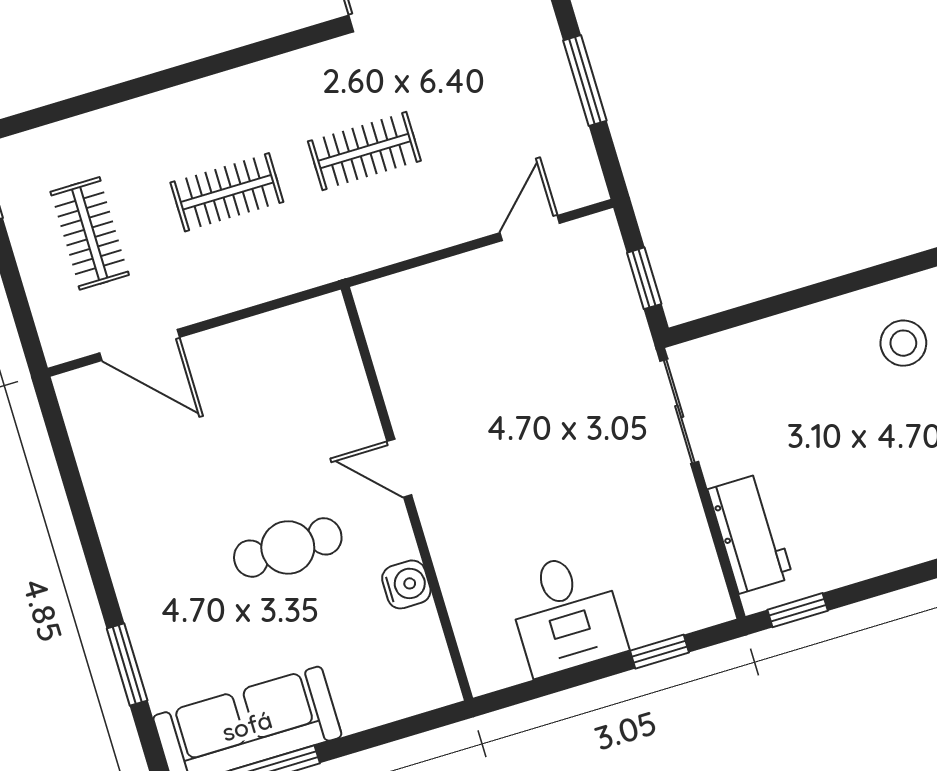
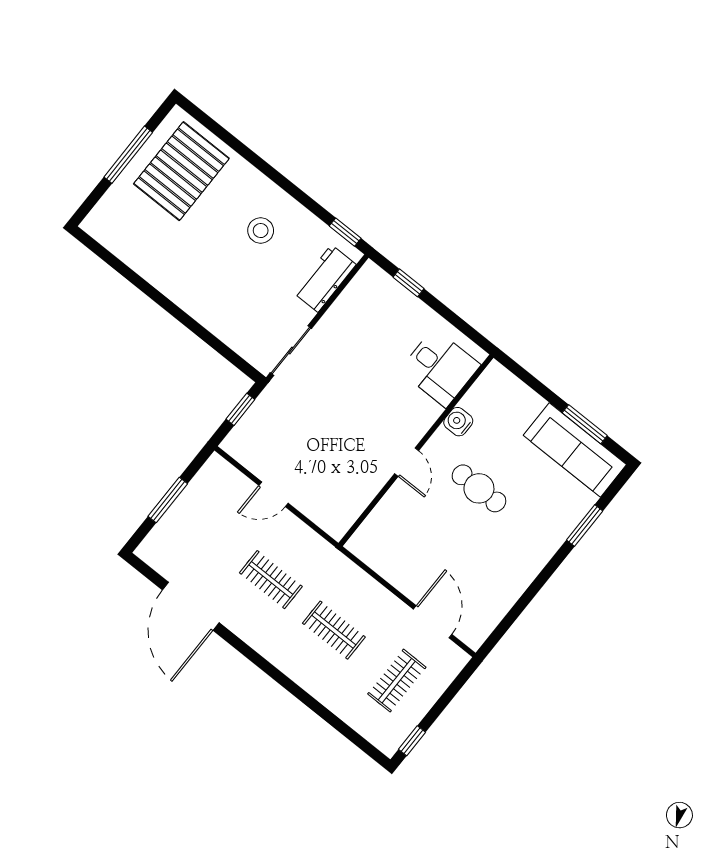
door: (530, 228) -> (273, 494), moved
stool: (903, 343) -> (261, 231), moved
desk: (566, 613) -> (440, 368), moved, turned 90

